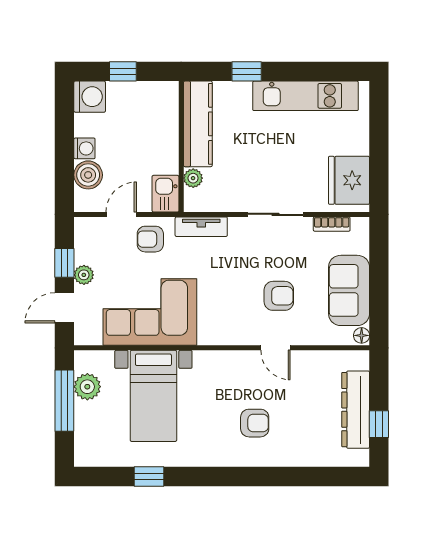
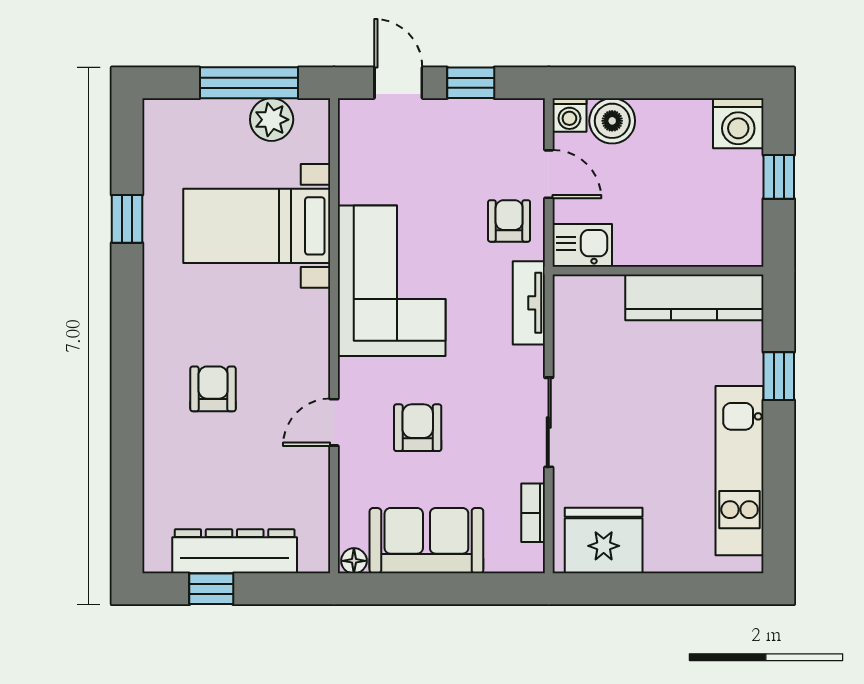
washing machine: (84, 148) -> (569, 115), moved
plant: (193, 178) -> (607, 290), removed
plant: (84, 275) -> (451, 114), removed
armchair: (279, 296) -> (418, 428), turned 180
corner sofa: (150, 312) -> (392, 281), moved
armchair: (255, 423) -> (213, 389), turned 180

